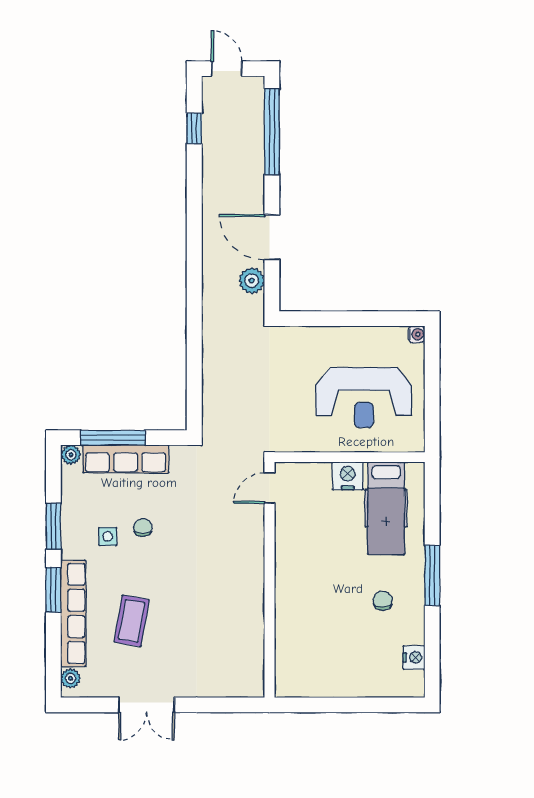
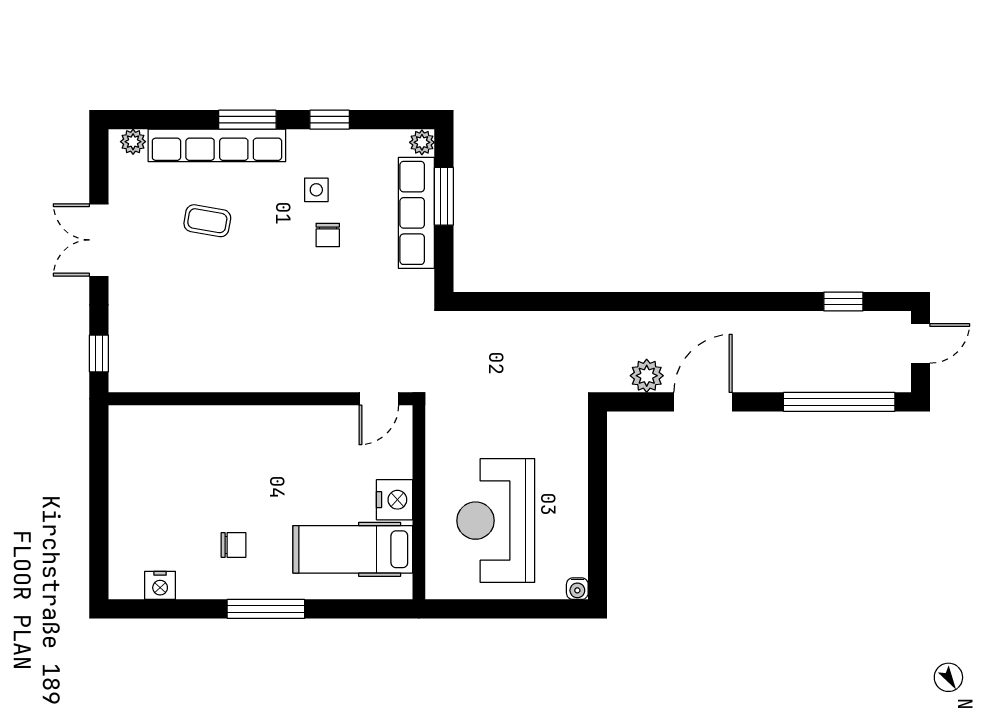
window: (113, 438) -> (444, 196), width x0.69
door: (269, 488) -> (379, 399), swing flipped
window: (53, 526) -> (330, 120), width x0.67
chair: (143, 528) -> (328, 235), turned 90
coffee table: (132, 621) -> (207, 221), width x0.73, depth x0.77
window: (234, 705) -> (99, 353), added

